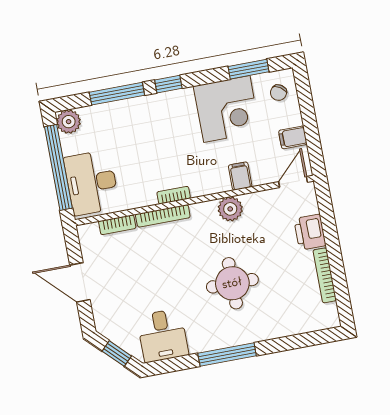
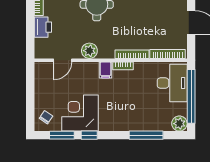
window: (168, 84) -> (89, 135), moved
filing cabinet: (293, 137) -> (42, 88), removed
filing cabinet: (240, 176) -> (106, 70), moved
door: (293, 182) -> (63, 60), moved
bookcase: (117, 225) -> (168, 54), width x1.56

